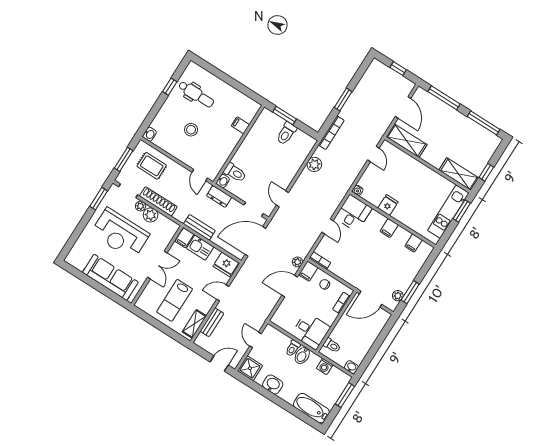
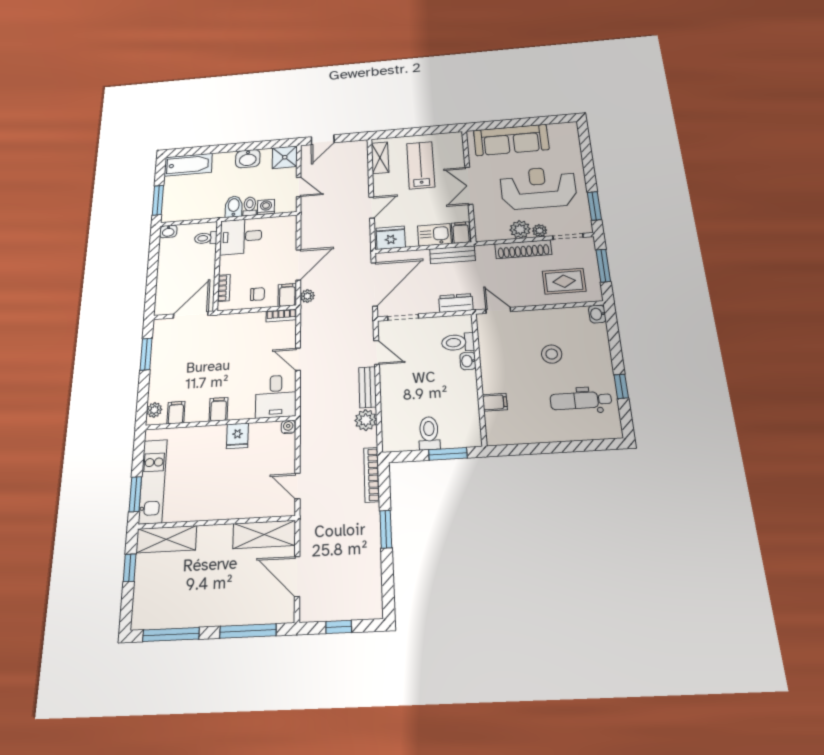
washbasin: (223, 181) -> (468, 361), moved
plant: (398, 296) -> (154, 410), moved
bench: (212, 322) -> (368, 387), moved
washing machine: (325, 367) -> (266, 207), moved

